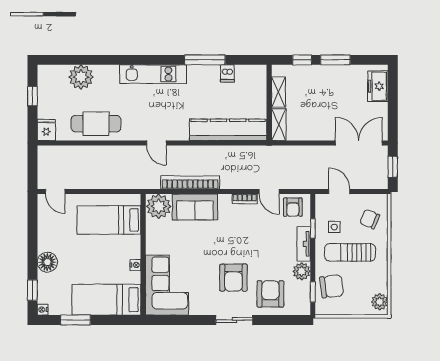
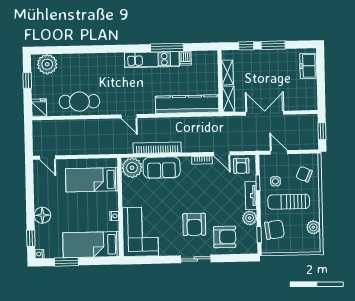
kitchen unit: (153, 74) -> (152, 60), moved
plant: (81, 77) -> (47, 64), moved
double door: (359, 143) -> (265, 113), moved
armchair: (270, 294) -> (225, 237), turned 90
plant: (380, 302) -> (313, 227), moved

